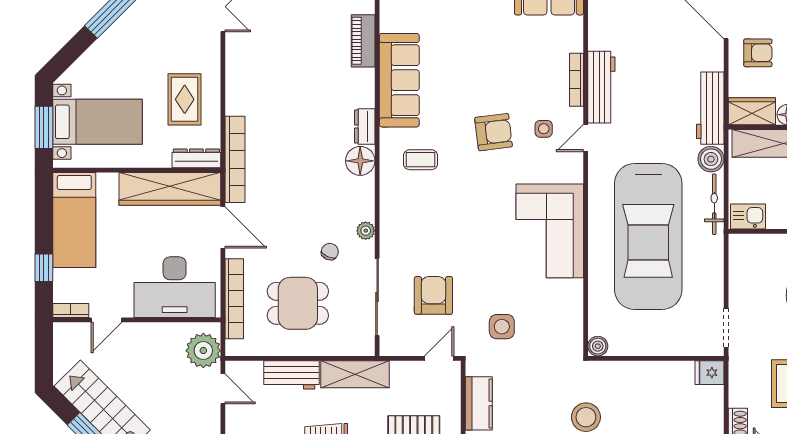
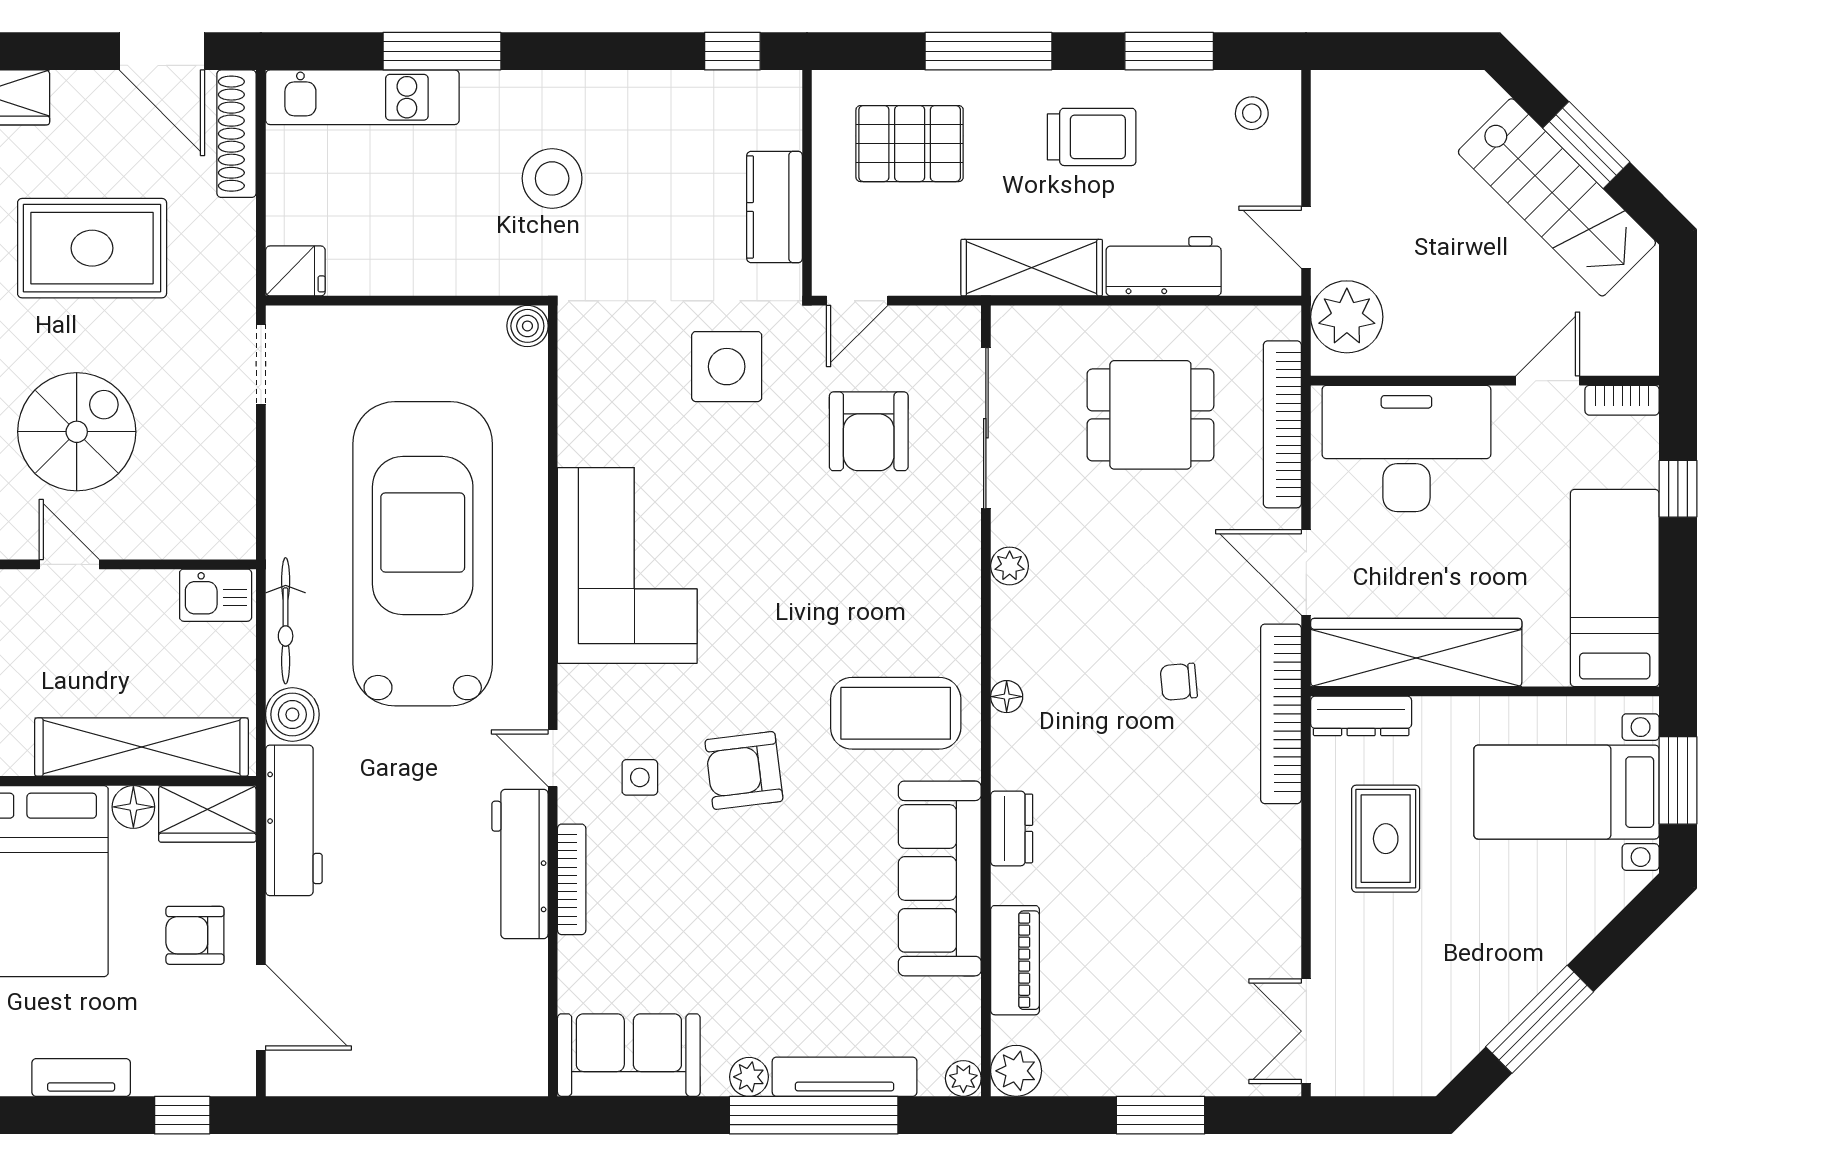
dresser: (365, 126) -> (1012, 828), moved
door: (586, 138) -> (553, 758), swing flipped
coffee table: (421, 160) -> (896, 713), width x1.86, depth x1.72
floor lamp: (360, 161) -> (1007, 697), width x0.53, depth x0.53
chair: (330, 252) -> (1179, 682), moved, turned 61
side table: (502, 327) -> (727, 367), width x1.37, depth x1.37

